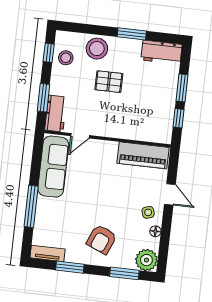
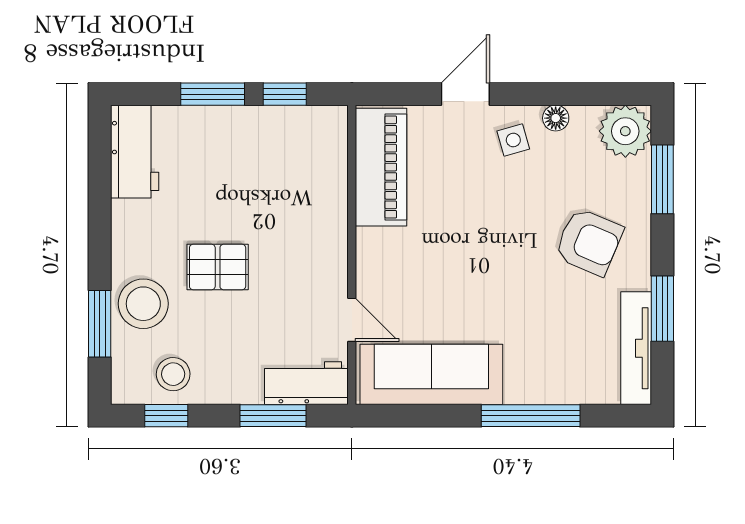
window: (132, 34) -> (100, 324), moved
pallet: (109, 82) -> (218, 267), turned 90
tv unit: (48, 253) -> (636, 348), width x1.41

